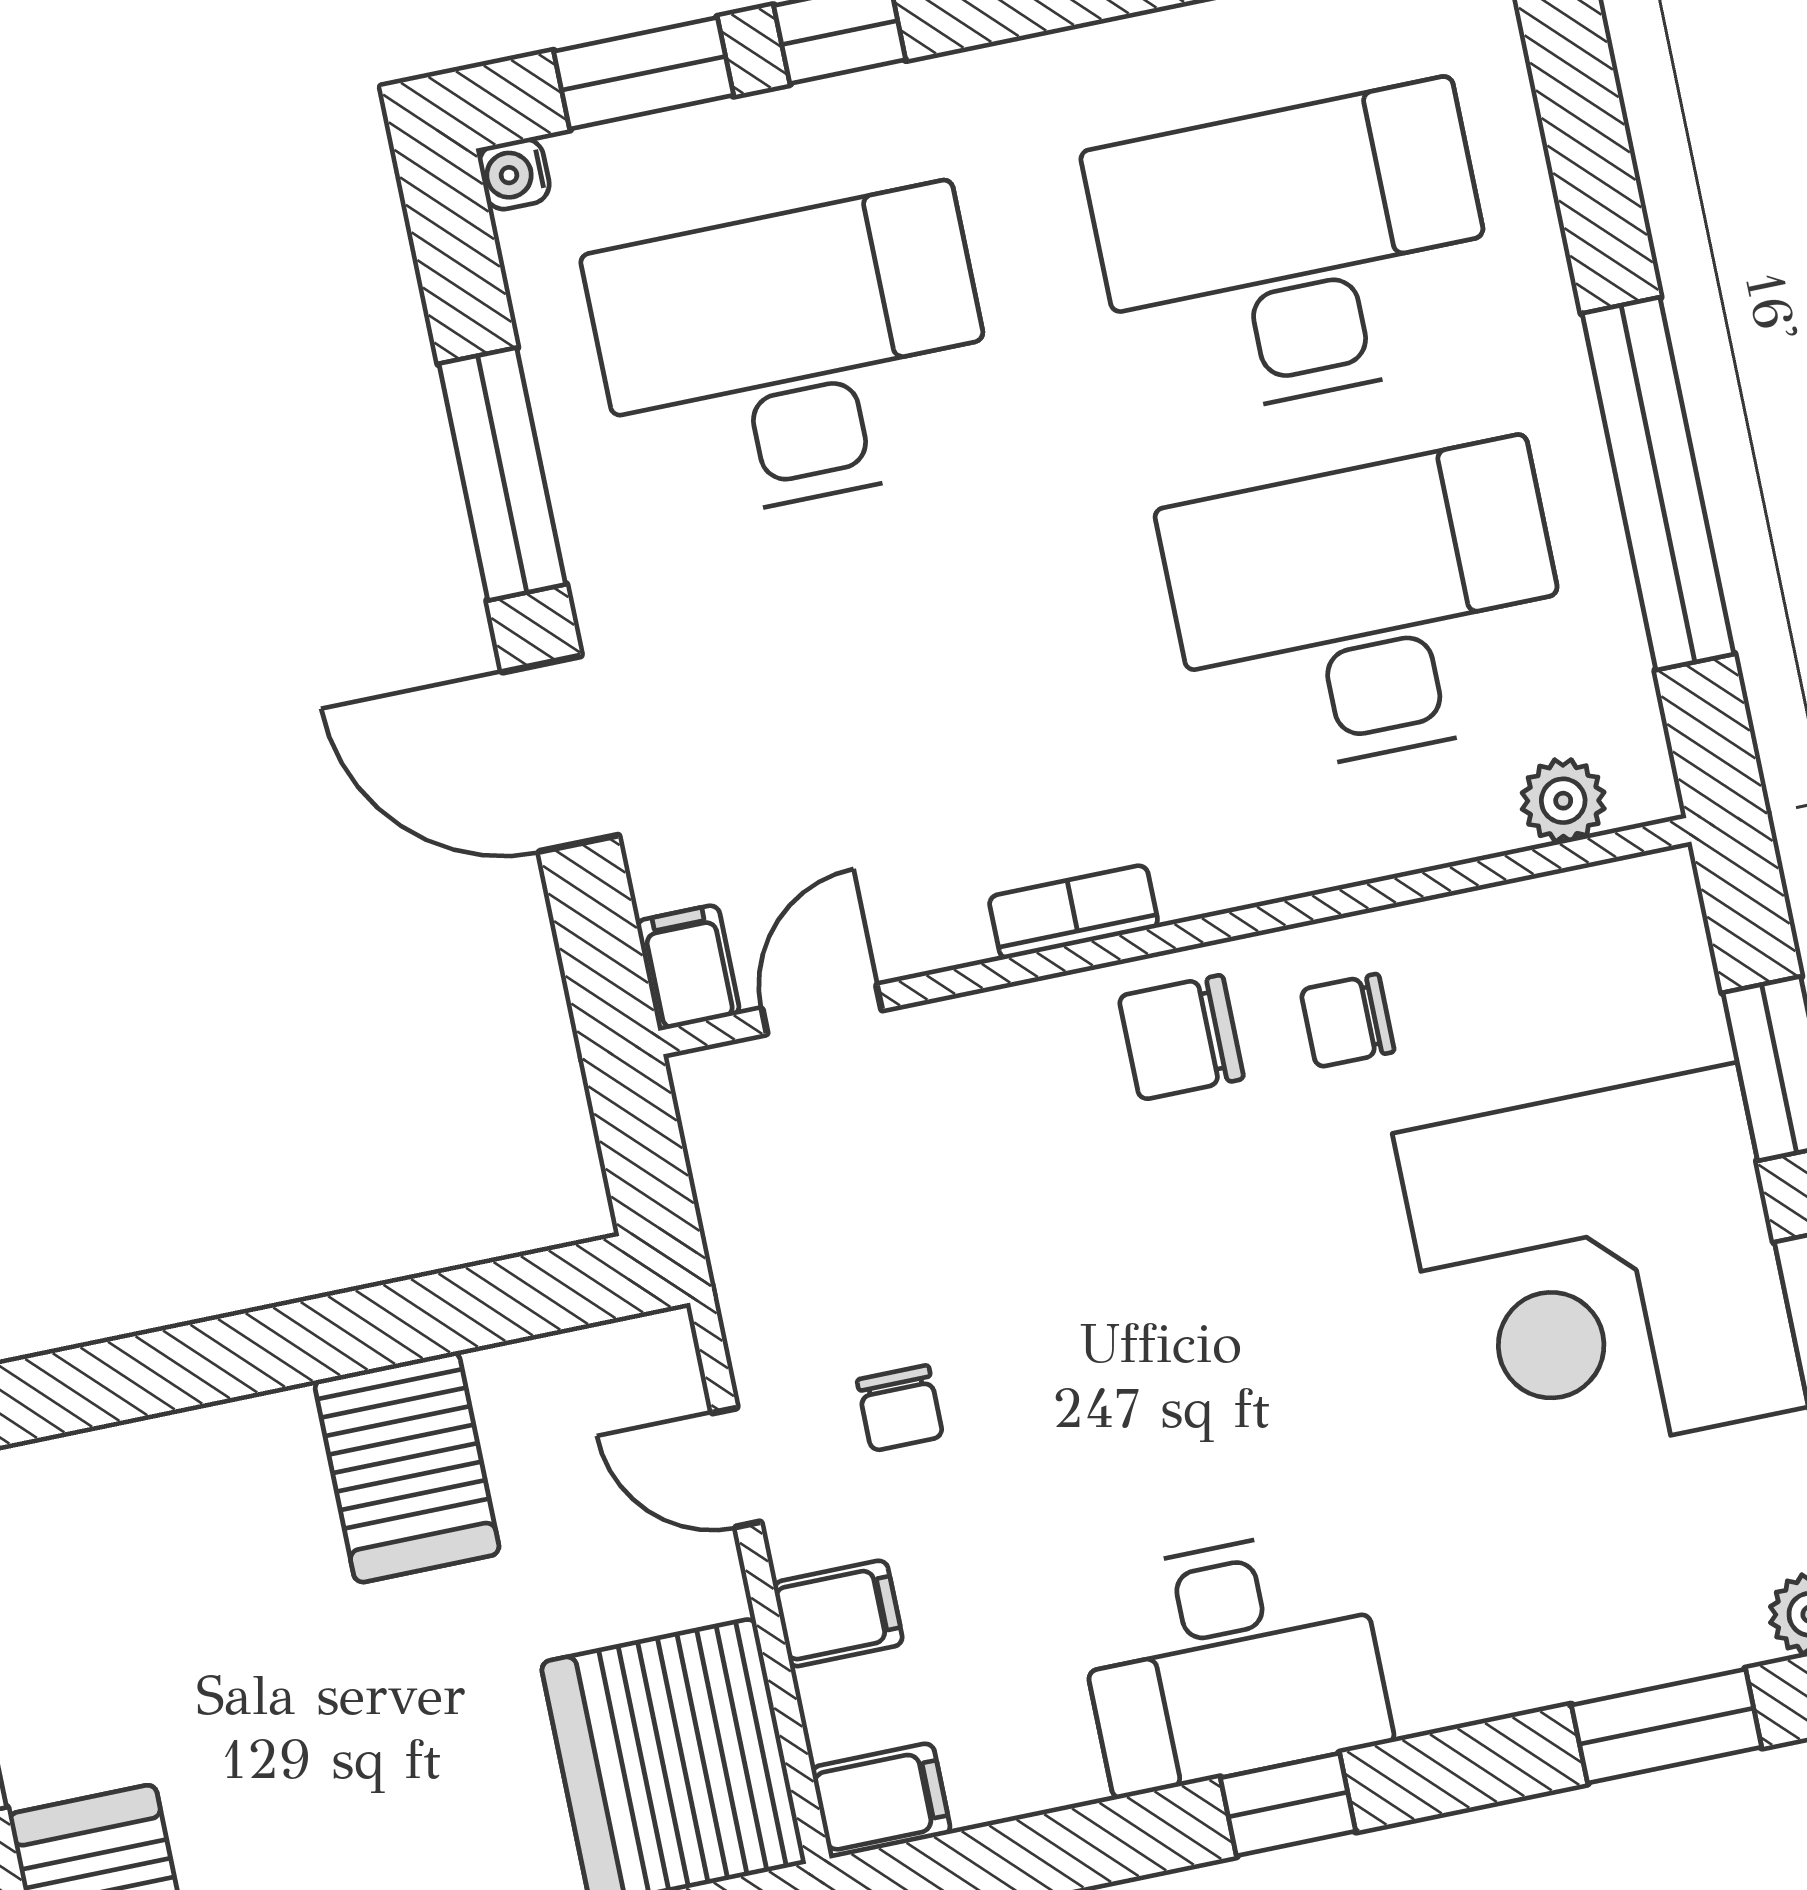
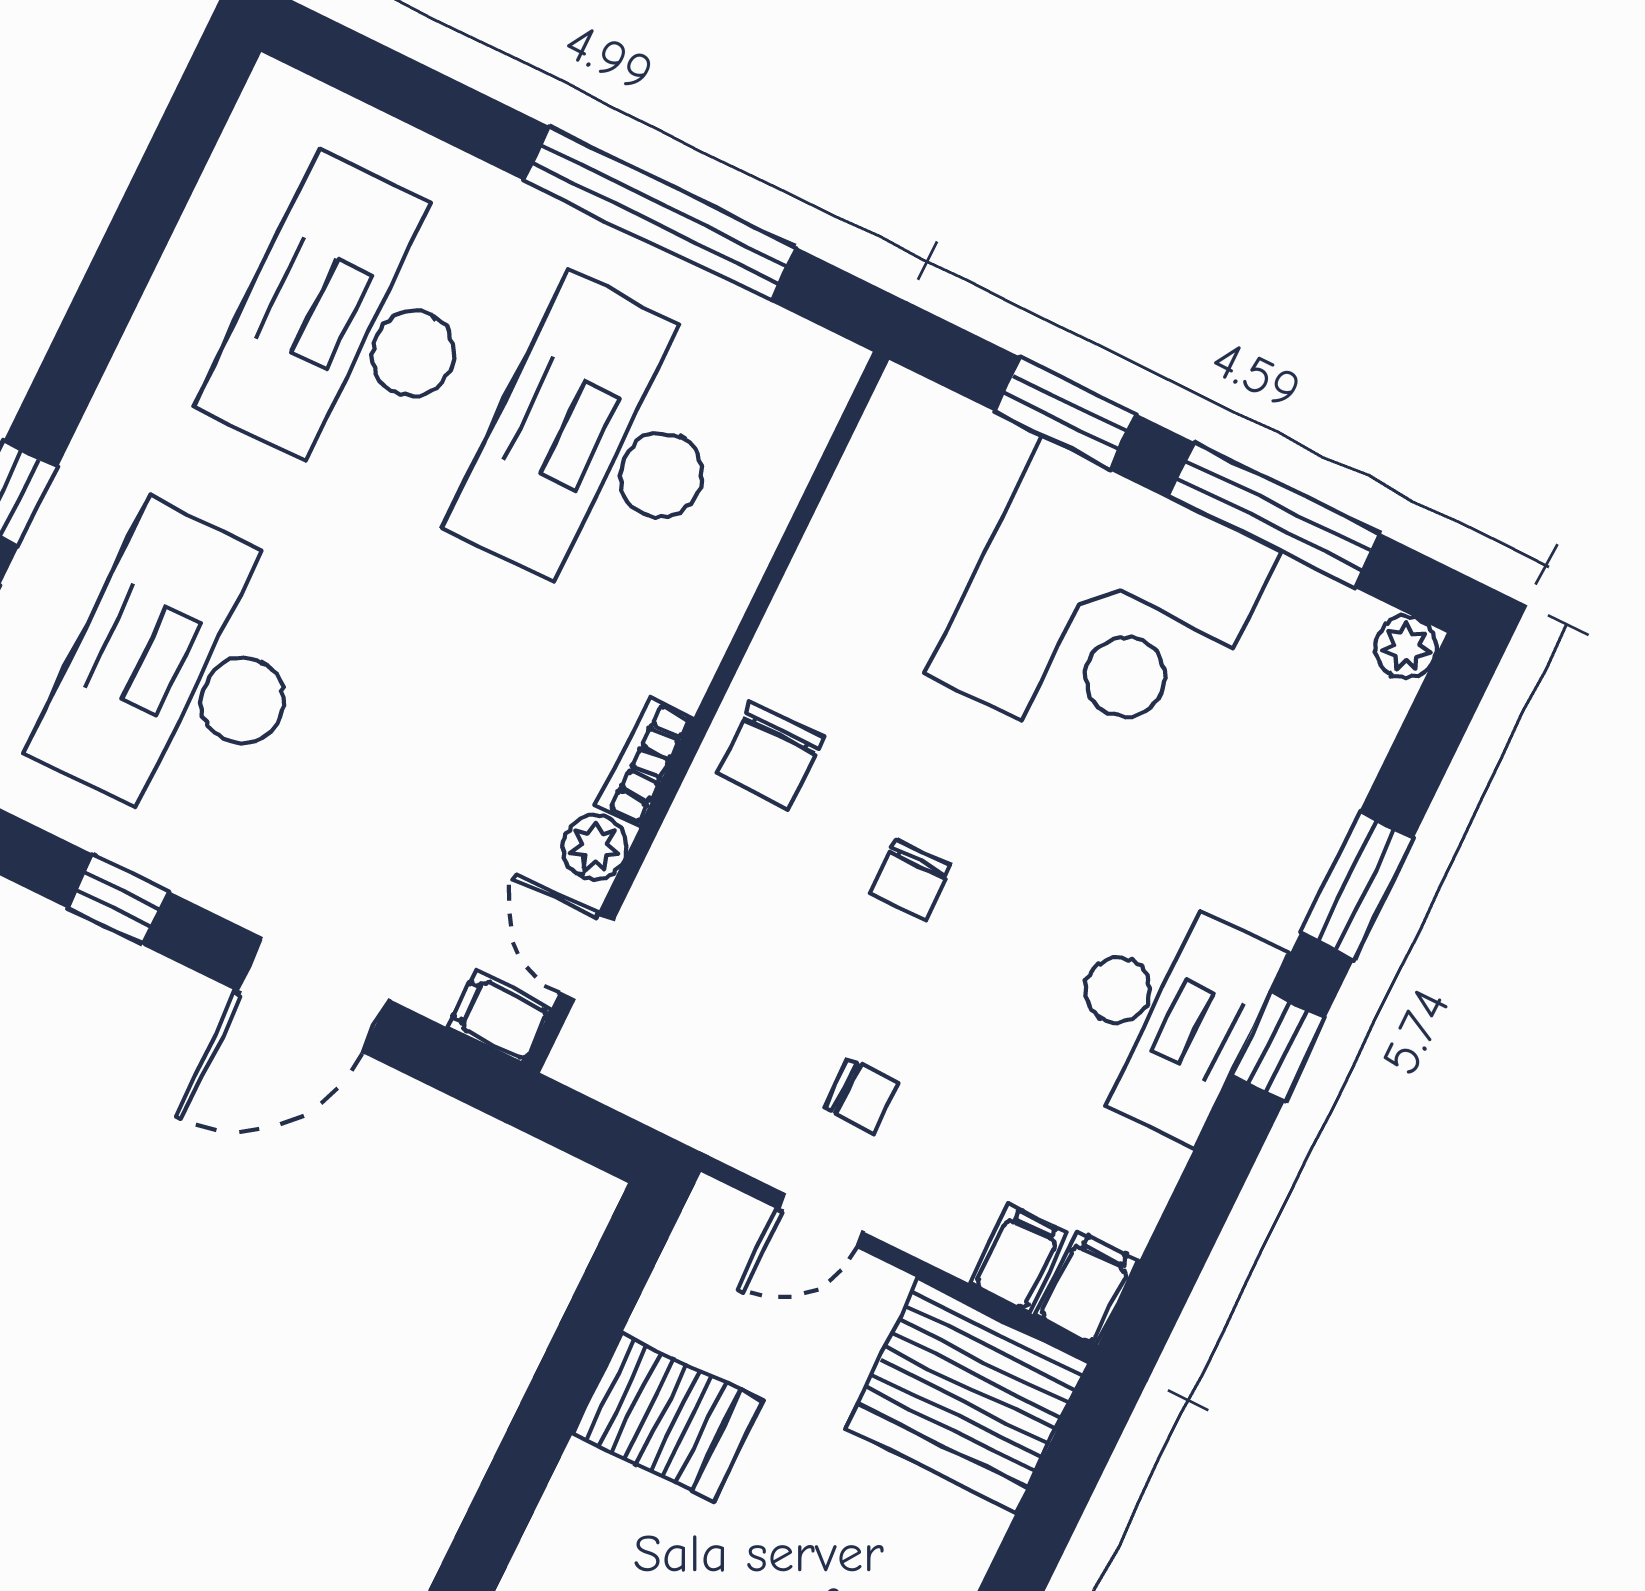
window: (502, 474) -> (118, 900), width x0.46
plant: (1563, 801) -> (595, 847), moved
chair: (1347, 1021) -> (911, 879), moved
filing cabinet: (838, 1613) -> (1018, 1258), moved
window: (1667, 1726) -> (1357, 886), moved

